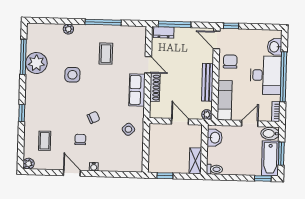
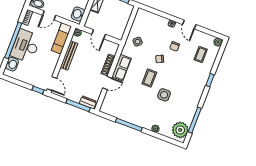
coffee table: (106, 54) -> (149, 78), moved
chair: (230, 62) -> (48, 65), removed
plant: (36, 63) -> (180, 130), moved
door: (148, 65) -> (107, 83), swing flipped

